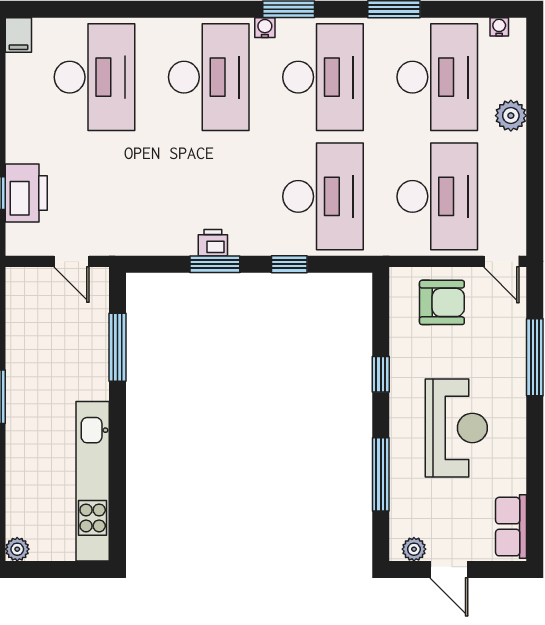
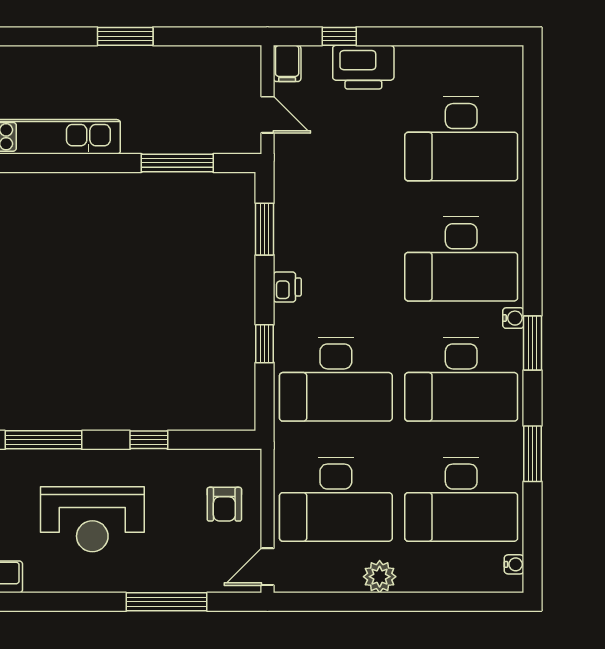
filing cabinet: (18, 35) -> (287, 63), moved, turned -90
plant: (511, 116) -> (380, 577), moved
printer: (26, 193) -> (363, 67), moved
printer: (213, 243) -> (287, 287), moved
door: (71, 261) -> (268, 115), swing flipped
window: (215, 264) -> (265, 229), moved
armchair: (442, 302) -> (224, 504), width x0.72, depth x0.72

